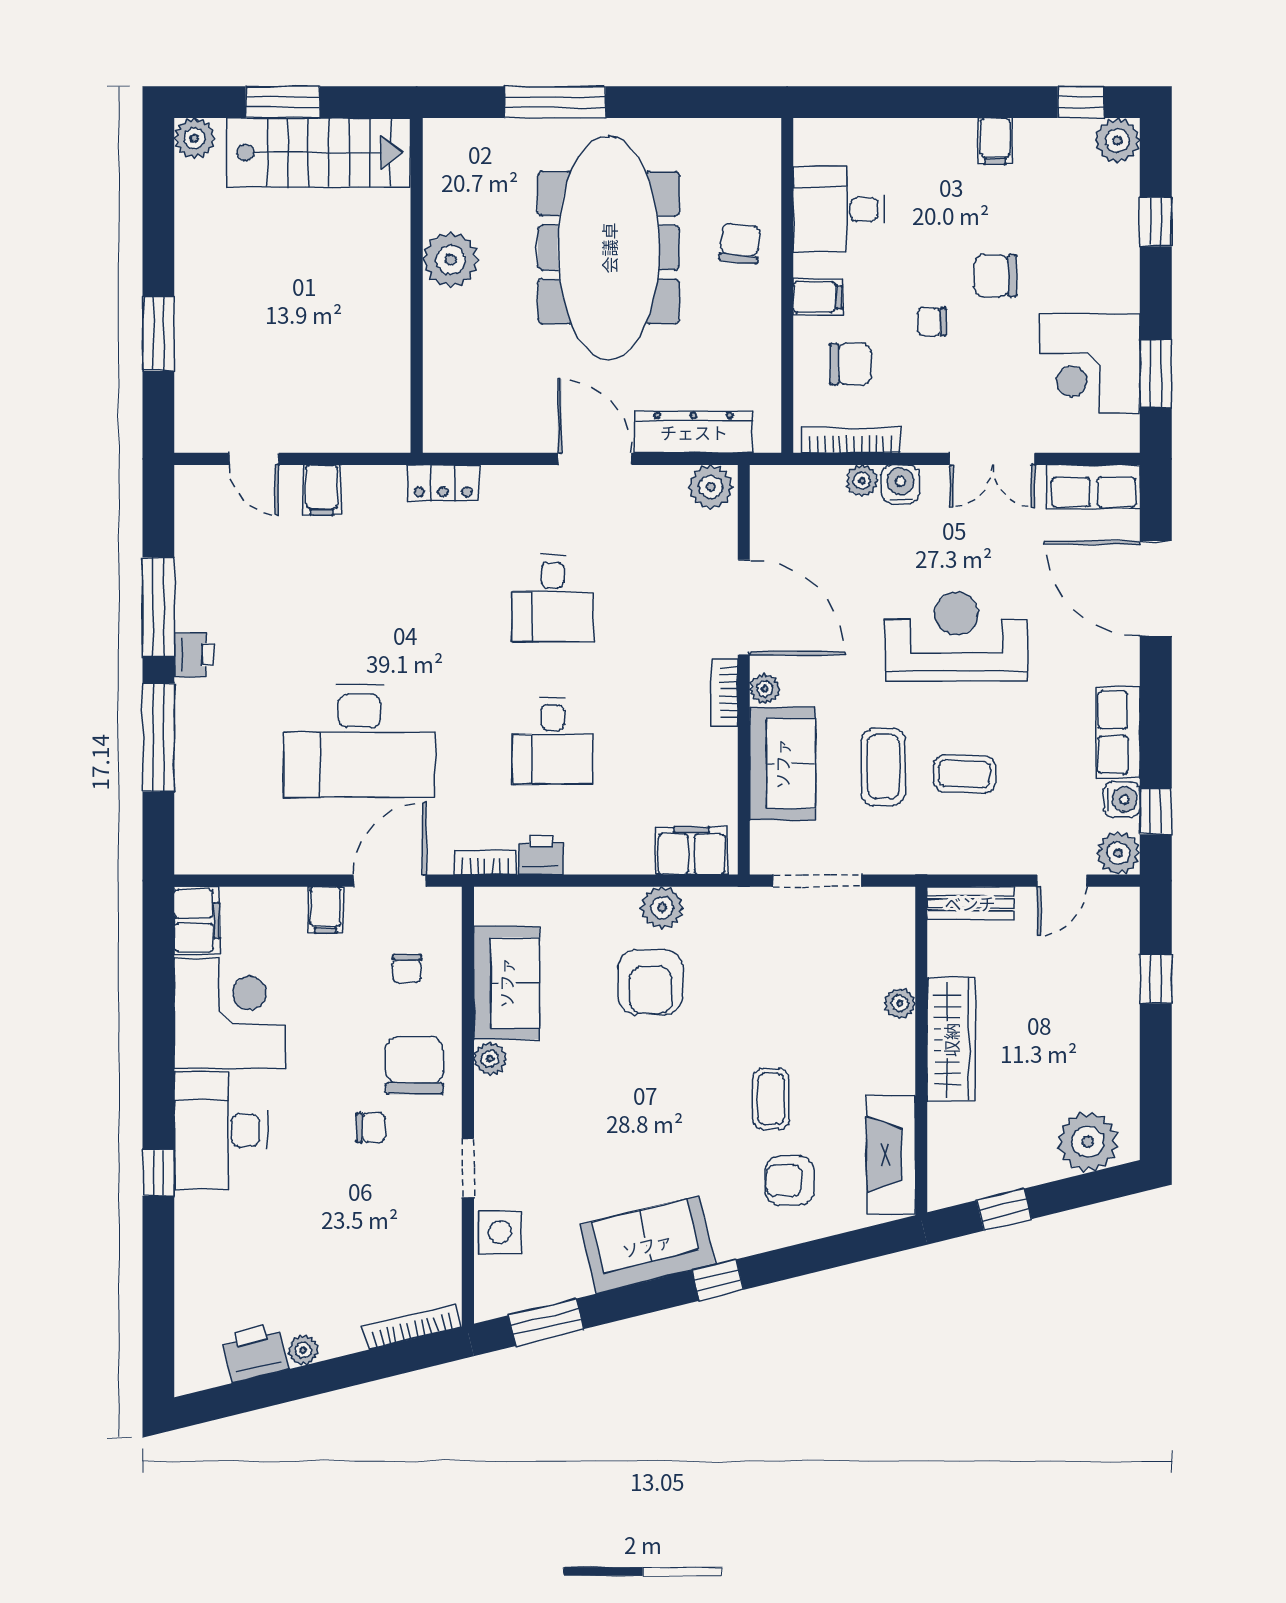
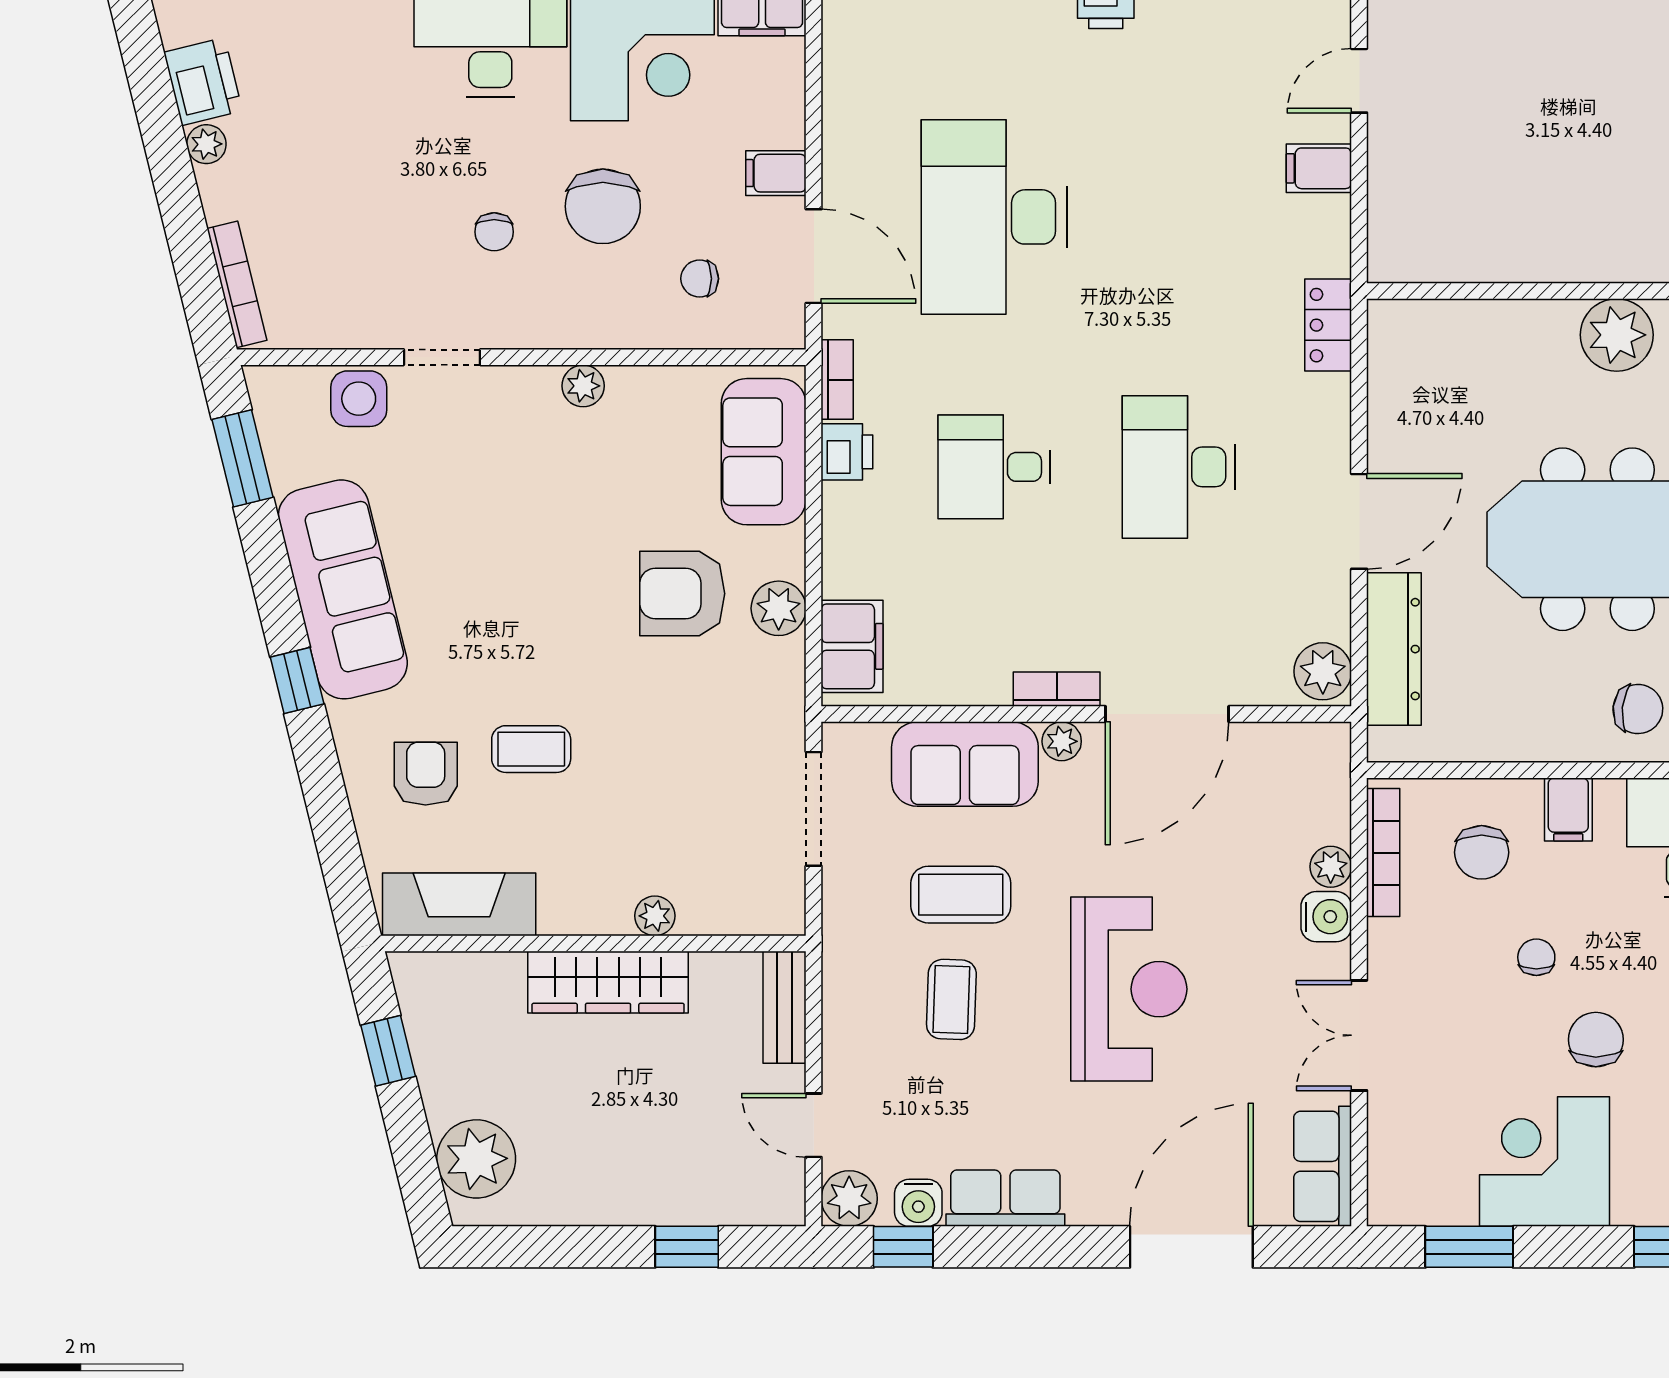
corner desk: (1090, 363) -> (1545, 1162), moved
desk: (553, 599) -> (1178, 467), width x1.37
sofa: (506, 983) -> (764, 452), moved, turned 90
chair: (414, 1065) -> (603, 206), moved, turned 90
sofa: (647, 1245) -> (343, 589), width x1.36

